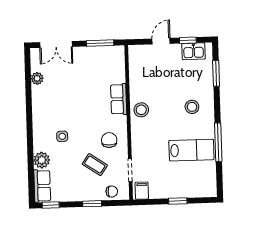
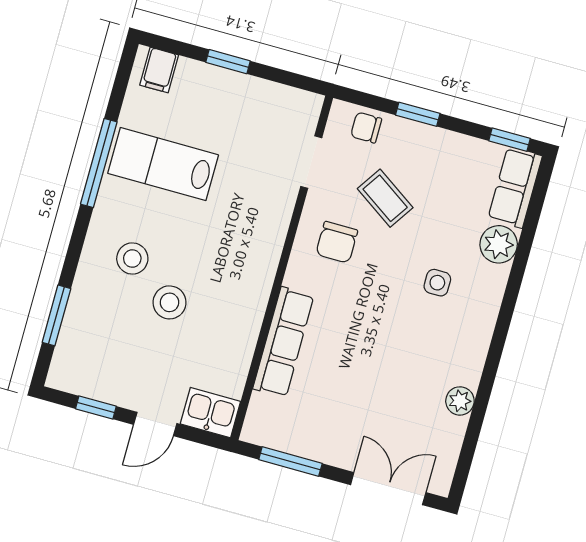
kitchen sink: (194, 51) -> (210, 413), moved
plant: (37, 78) -> (460, 401), moved
row of seats: (119, 99) -> (283, 342), width x1.48
stool: (141, 110) -> (170, 302), moved
filing cabinet: (142, 191) -> (159, 70), moved

